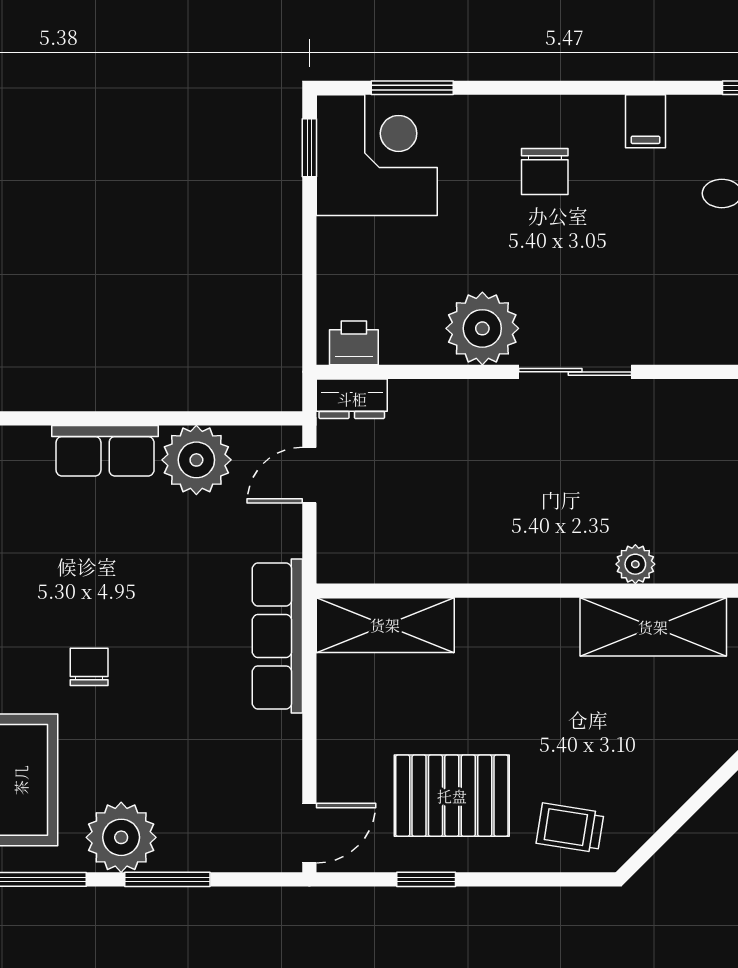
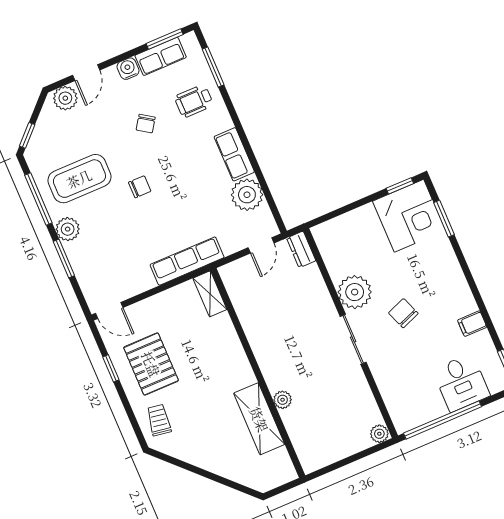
chair: (545, 172) -> (403, 313), moved, turned 69
printer: (354, 343) -> (325, 240), removed
door: (309, 475) -> (261, 245), swing flipped
shelving: (385, 625) -> (210, 294), width x0.67, depth x0.75
plant: (121, 837) -> (68, 229), width x0.73, depth x0.73

